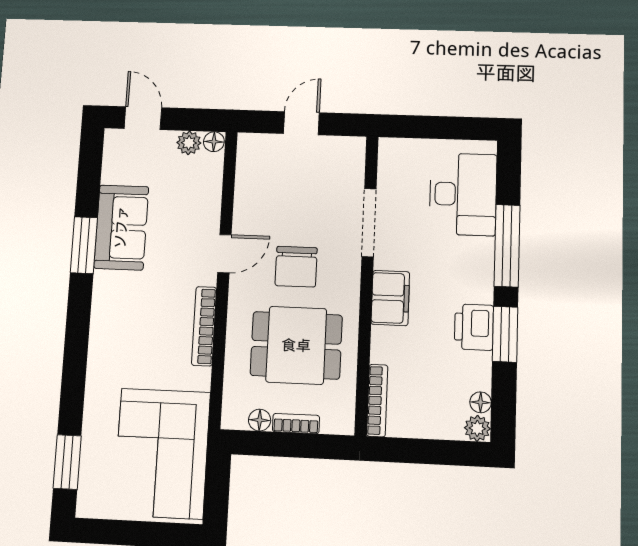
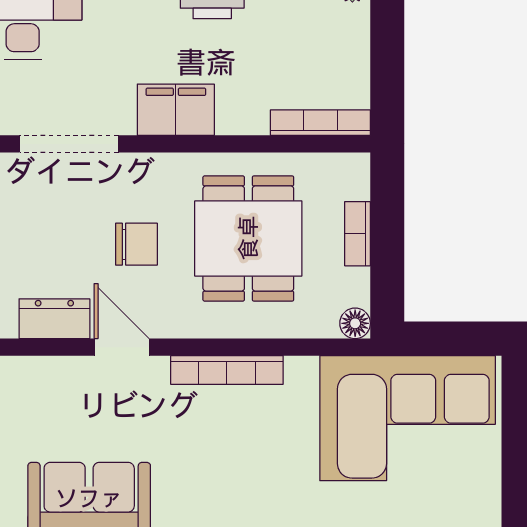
dresser: (247, 208) -> (54, 319), added
chair: (296, 267) -> (136, 244), width x0.73, depth x0.73
floor lamp: (260, 420) -> (355, 323), moved

